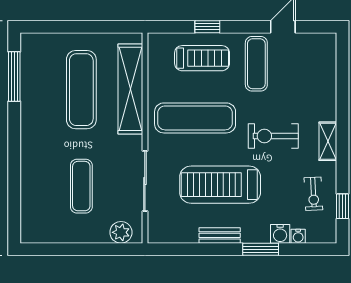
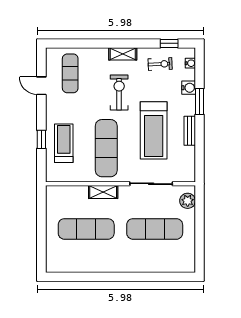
exercise mat: (256, 64) -> (70, 73), moved, turned 90
window: (14, 77) -> (77, 277), removed
shelving: (130, 89) -> (103, 192), width x0.45, depth x0.75
exercise bike: (273, 136) -> (119, 93), turned 180
exercise mat: (81, 186) -> (155, 229), width x1.36, depth x1.45
water cooler: (298, 236) -> (190, 63), moved

